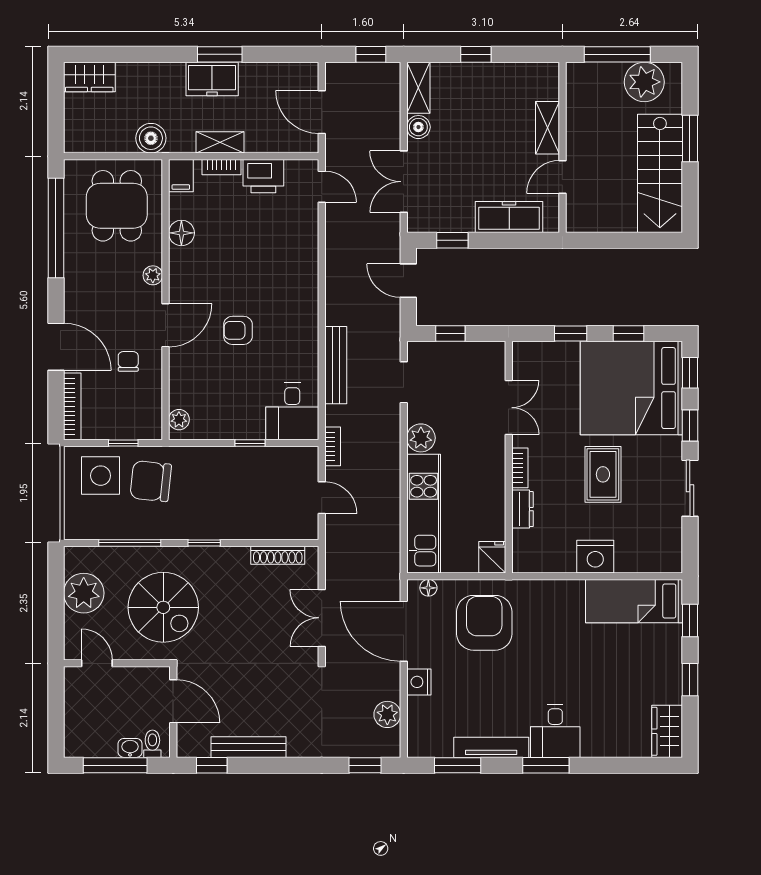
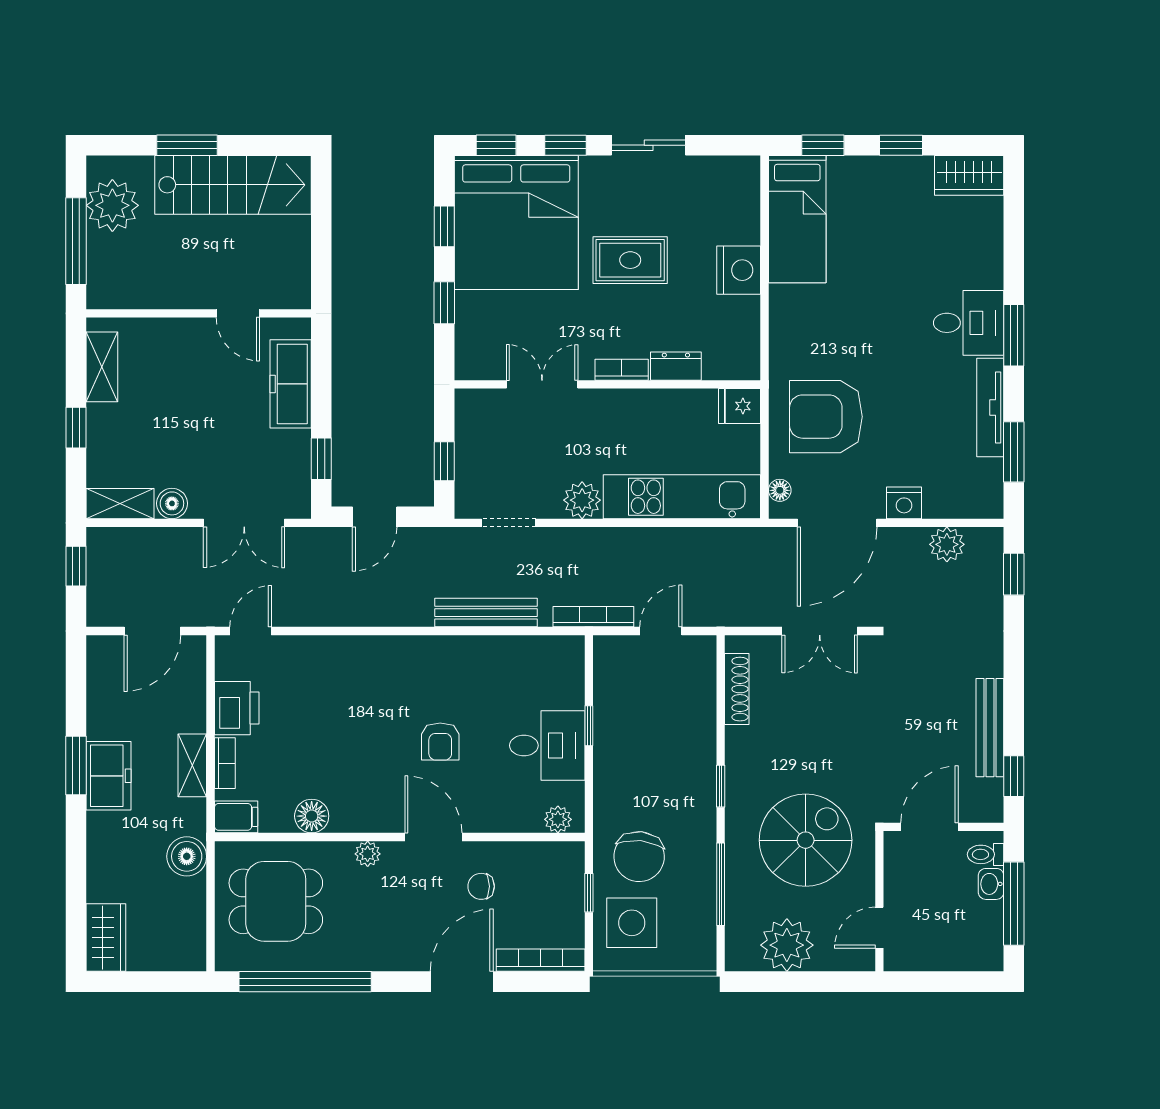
shelving: (547, 128) -> (102, 367), moved, turned 90
desk: (292, 411) -> (547, 745), moved
bookcase: (333, 446) -> (593, 617), width x1.56

